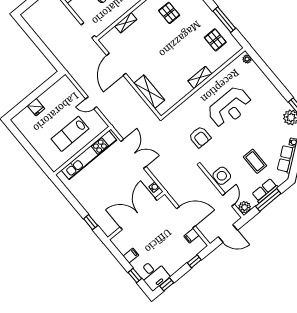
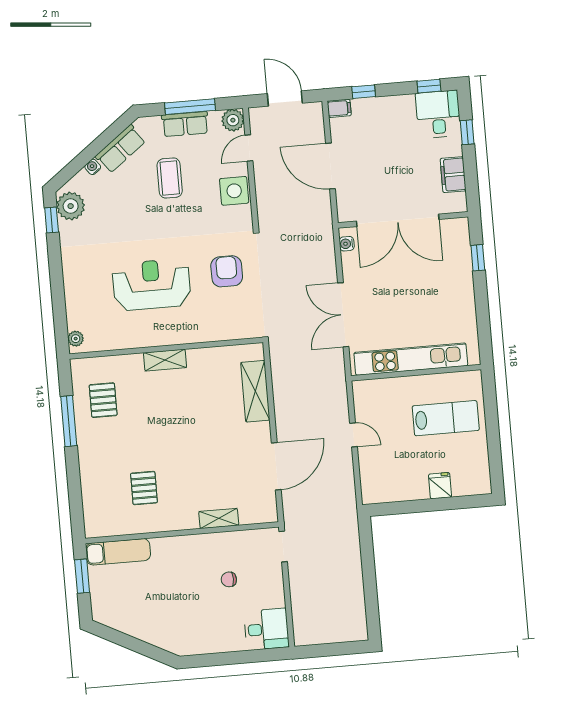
lab bench: (70, 134) -> (446, 418), moved
filing cabinet: (192, 236) -> (339, 108), moved
filing cabinet: (131, 256) -> (453, 175), width x2.00

